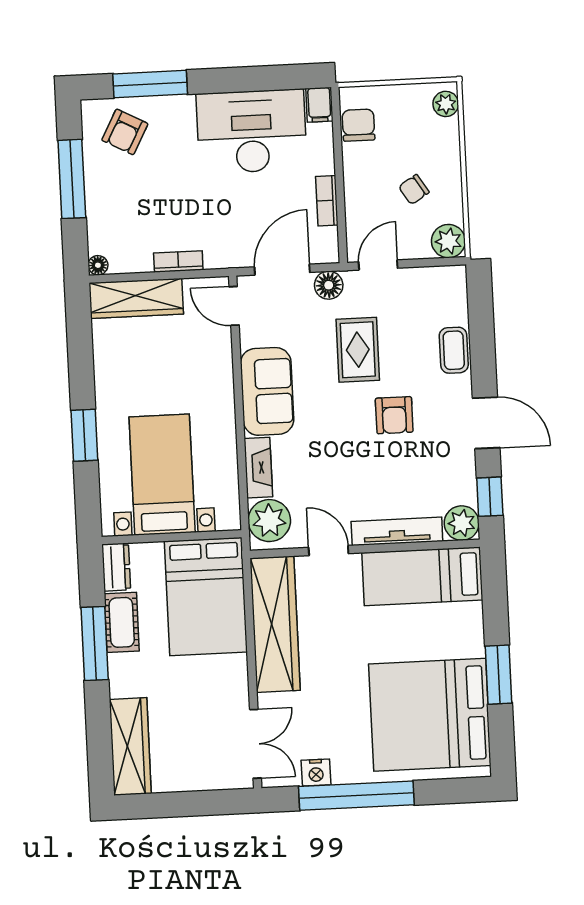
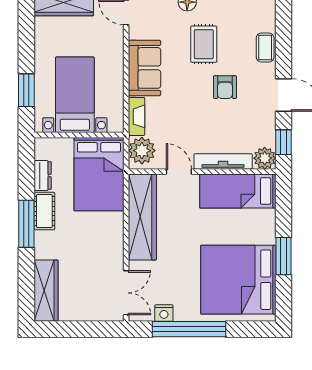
bed with nightstands: (162, 475) -> (75, 95), moved
wall: (172, 537) -> (79, 135), moved
bed: (206, 597) -> (99, 174), moved

